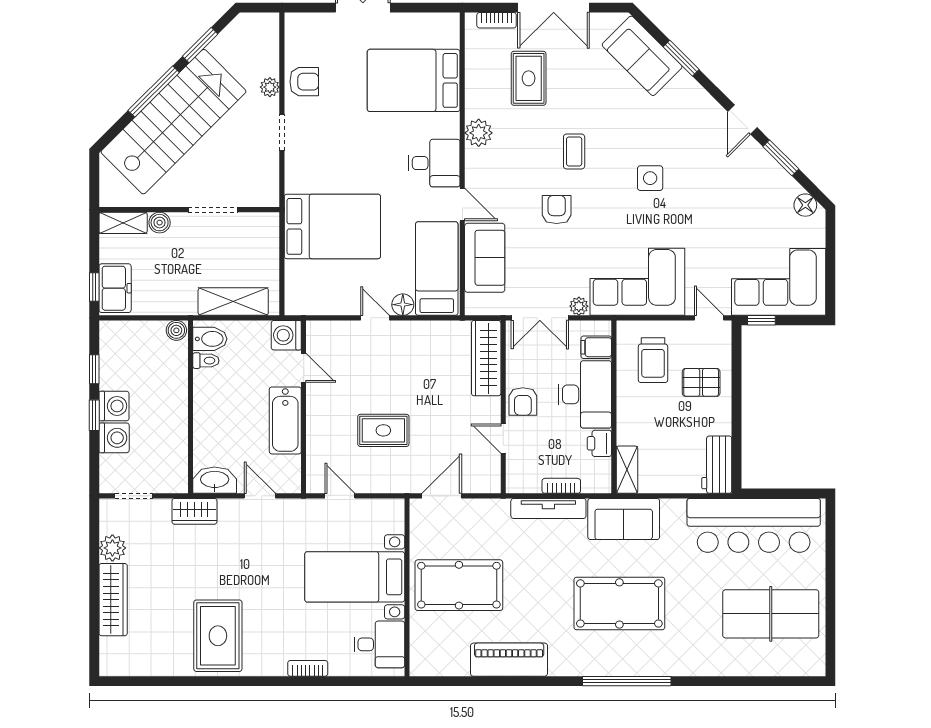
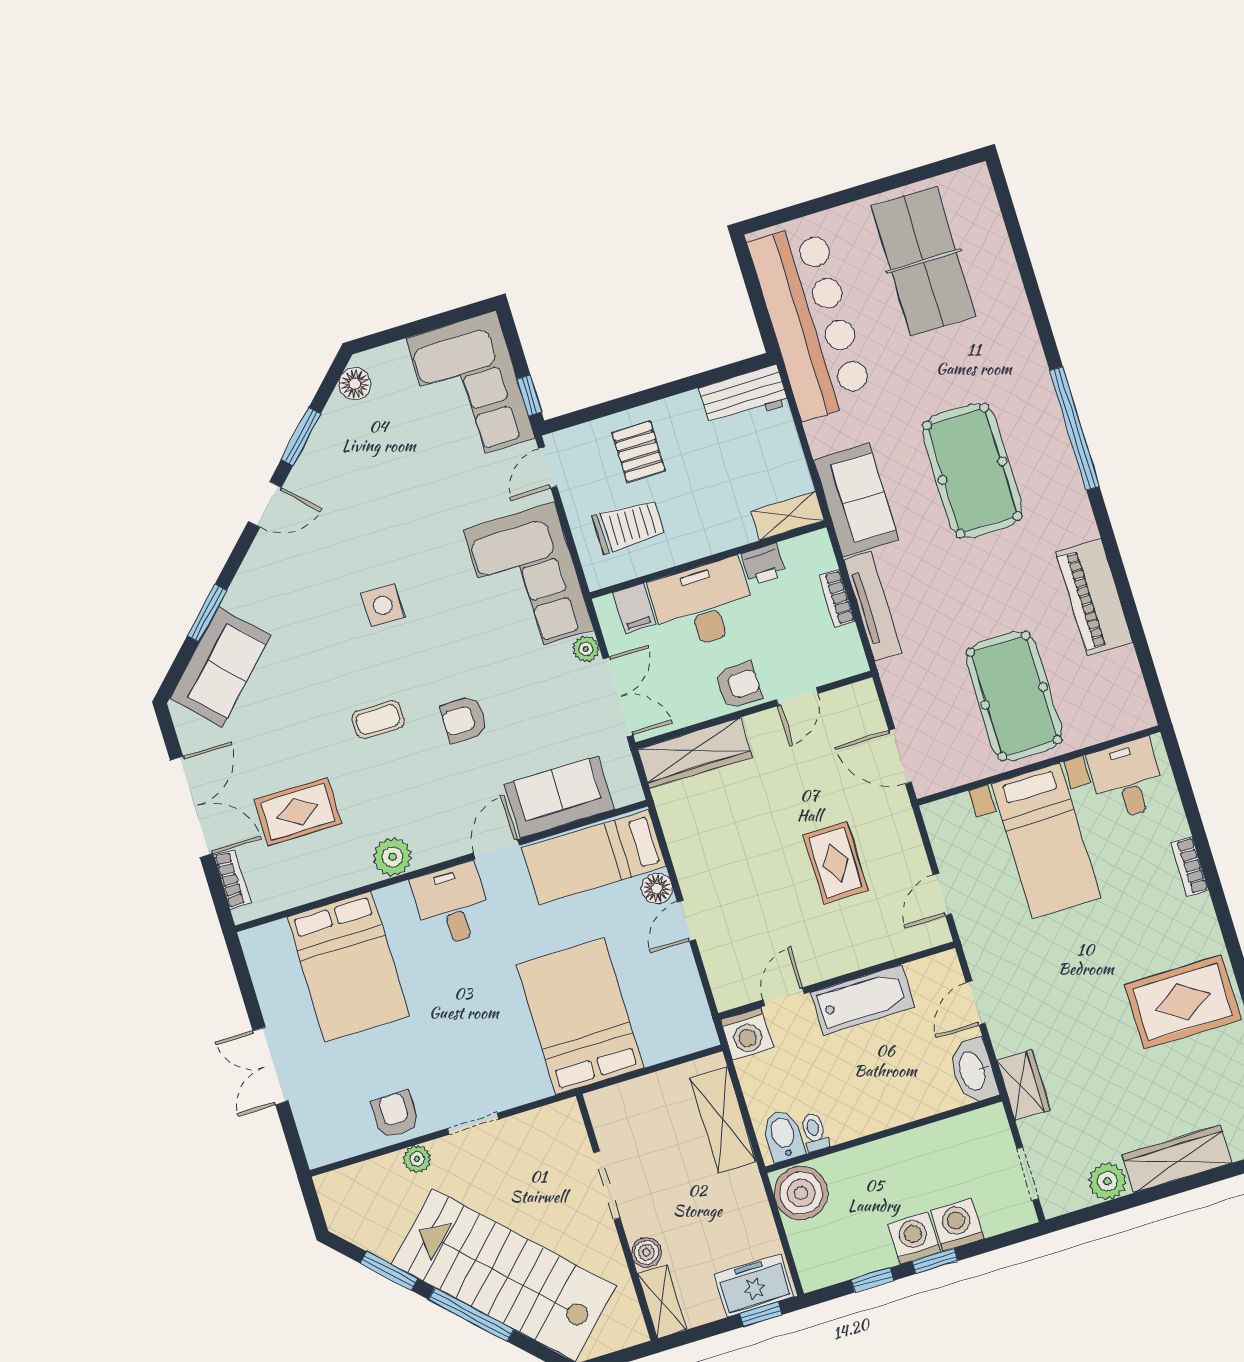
boiler: (176, 330) -> (801, 1193), width x1.86, depth x1.86

